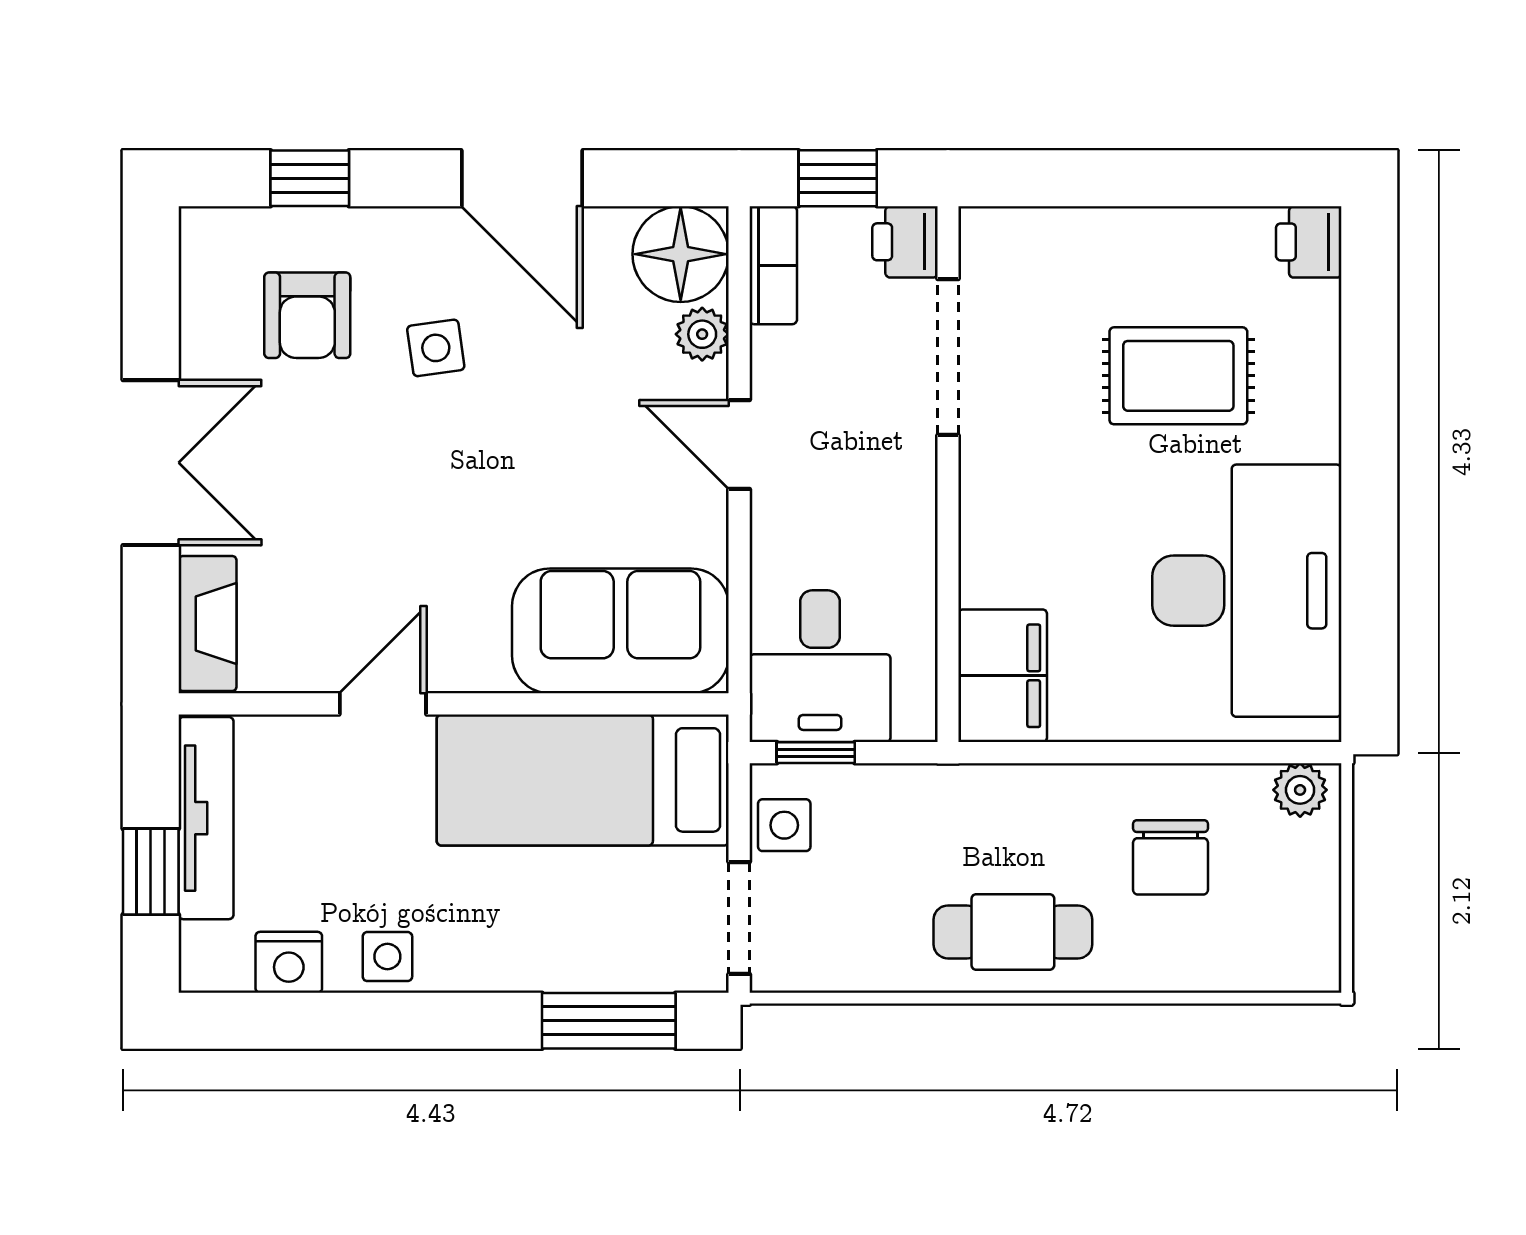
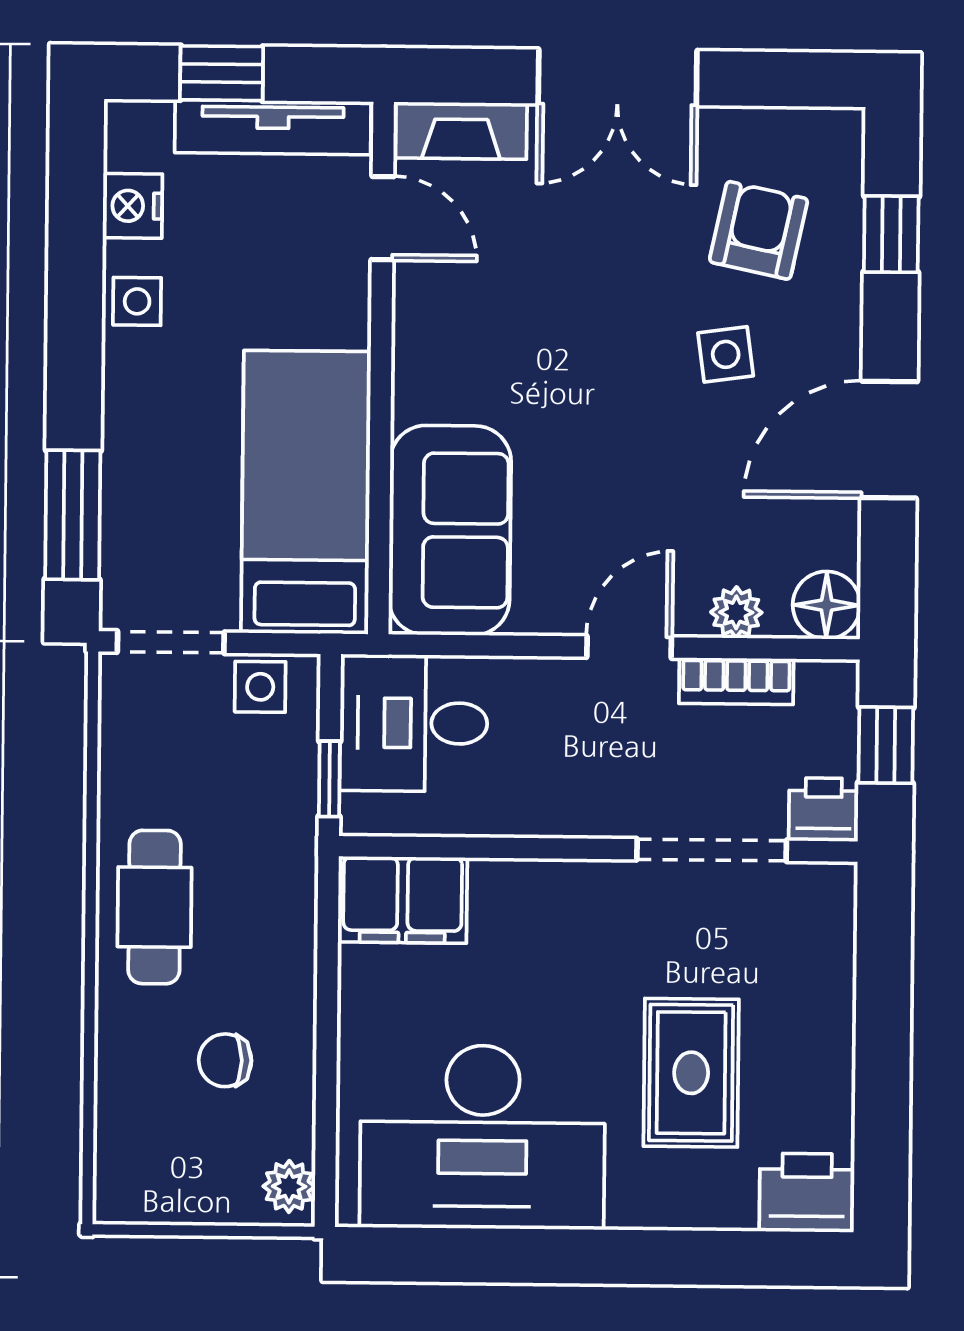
printer: (1309, 242) -> (807, 1193), width x1.36, depth x1.24
floor lamp: (681, 254) -> (827, 605), width x0.73, depth x0.73
bookcase: (773, 265) -> (736, 681), moved
armchair: (307, 315) -> (759, 230), turned 102
door: (383, 704) -> (382, 218), moved
window: (816, 753) -> (329, 779), moved
chair: (1170, 857) -> (225, 1060), width x0.73, depth x0.73

